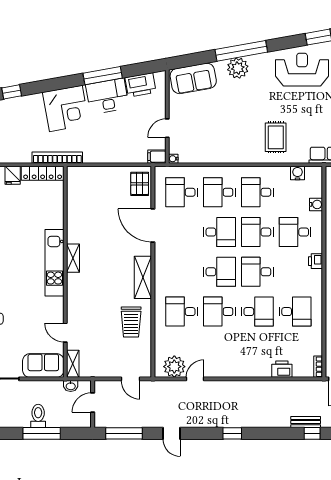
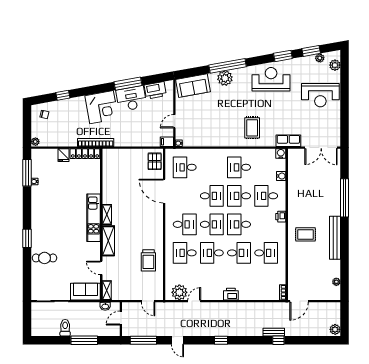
water cooler: (298, 173) -> (281, 154), moved
desk: (219, 192) -> (185, 224), moved, turned 180
shelving: (143, 277) -> (108, 241), moved
printer: (282, 369) -> (231, 294), moved
toilet: (38, 416) -> (65, 328), moved

